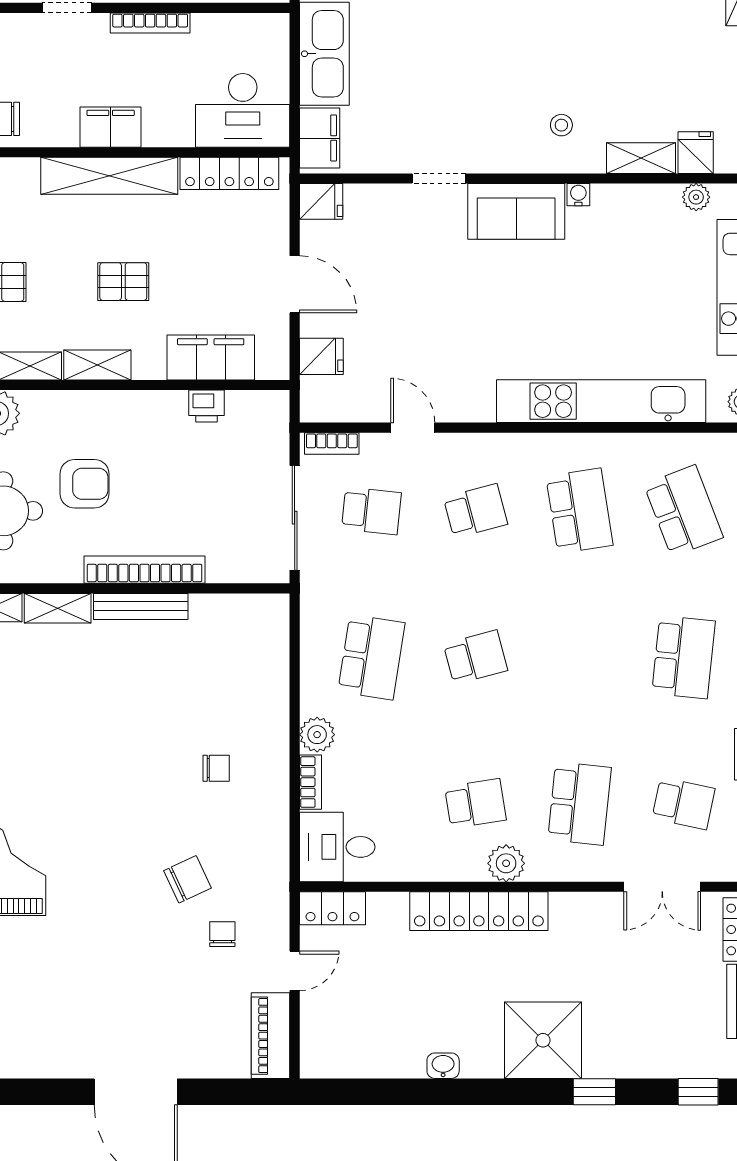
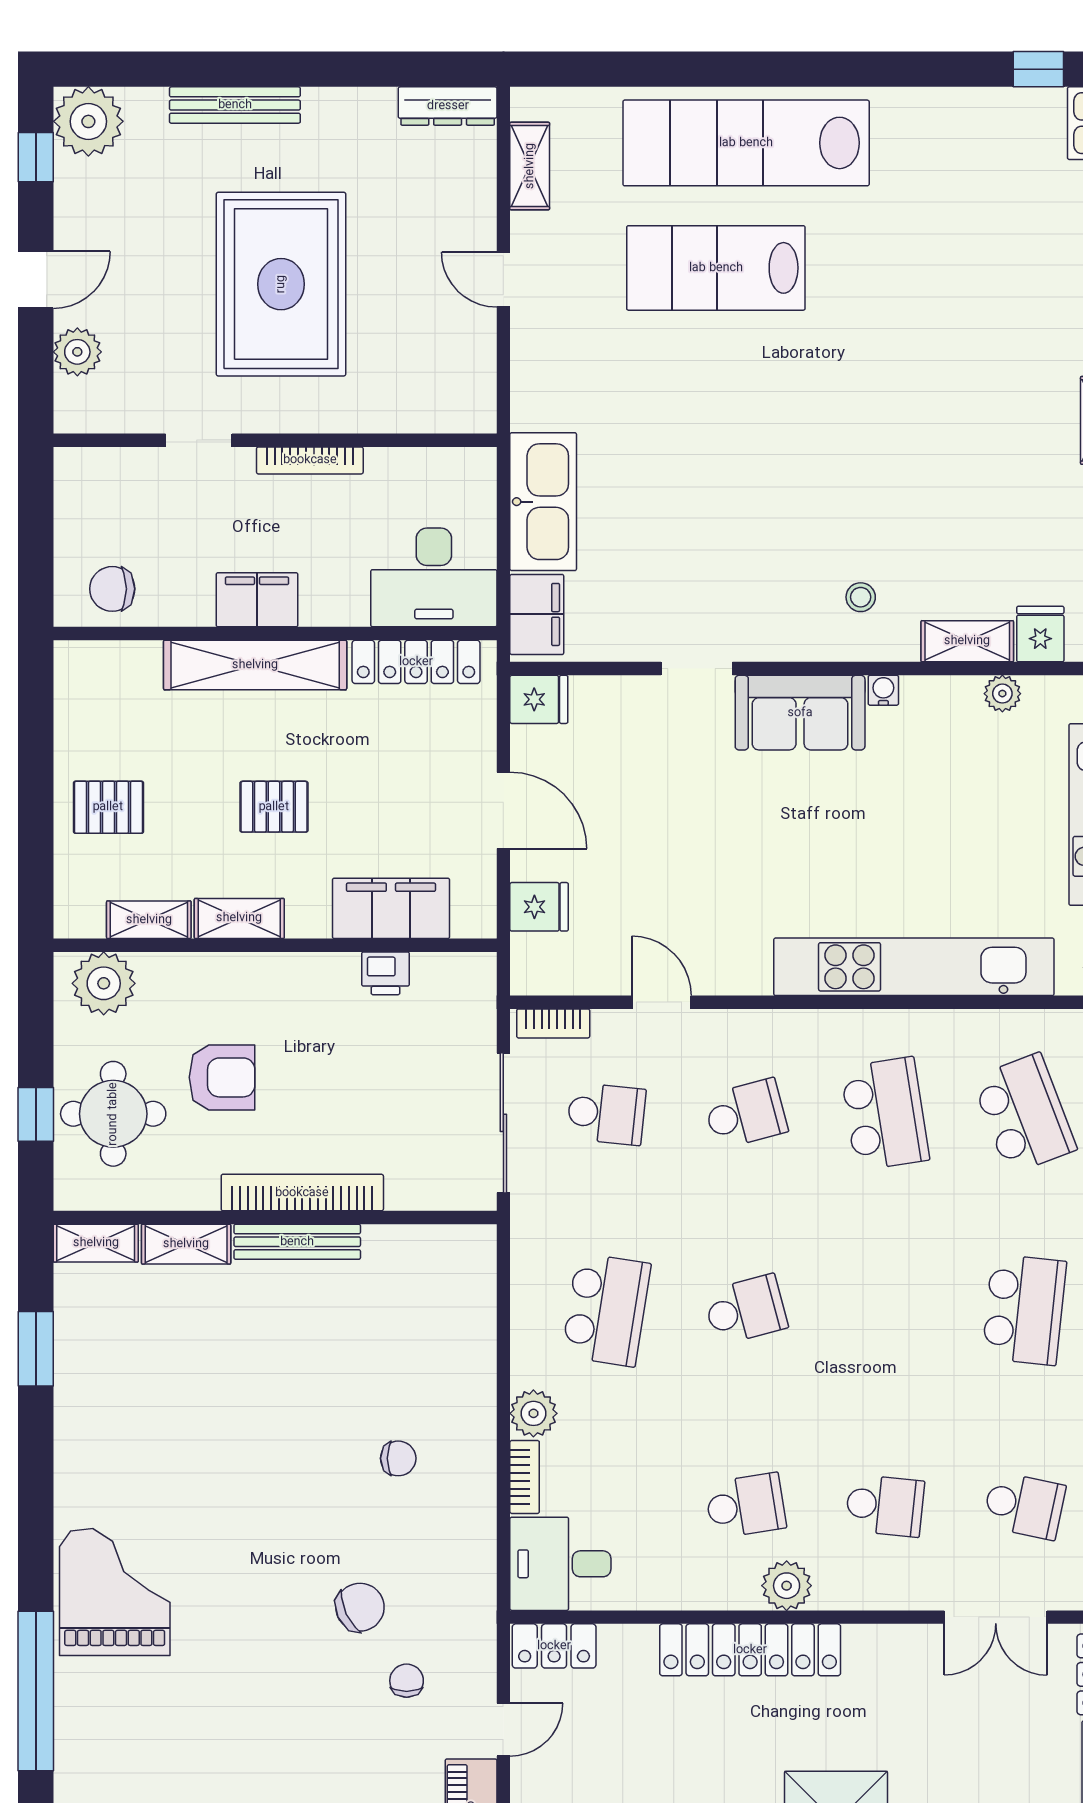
plant: (696, 197) -> (1002, 694), moved
school desk: (579, 803) -> (885, 1506), width x0.54

